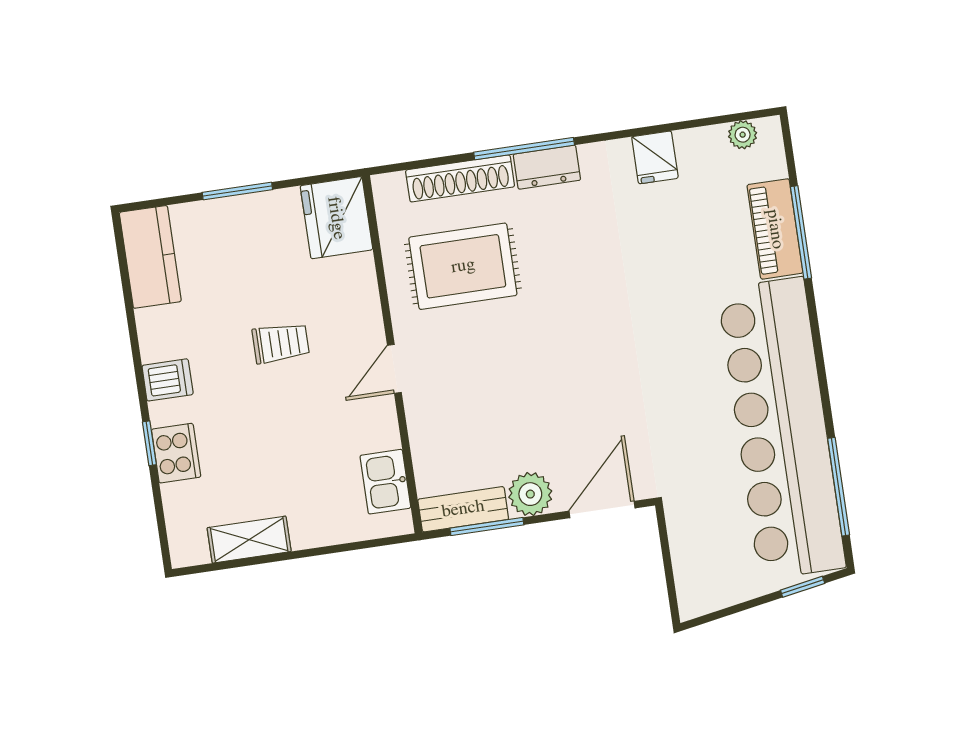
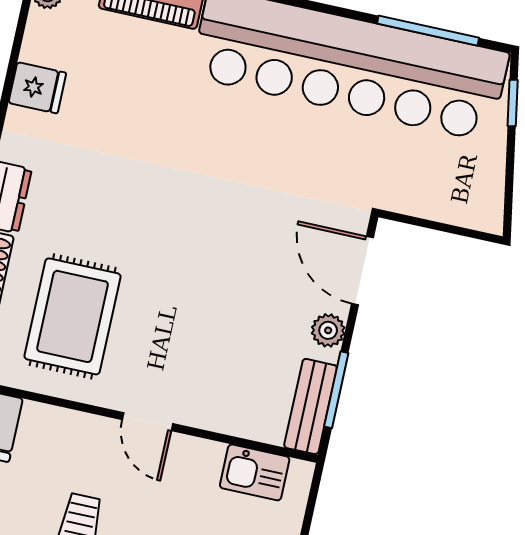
plant: (530, 494) -> (328, 330), width x0.73, depth x0.73

